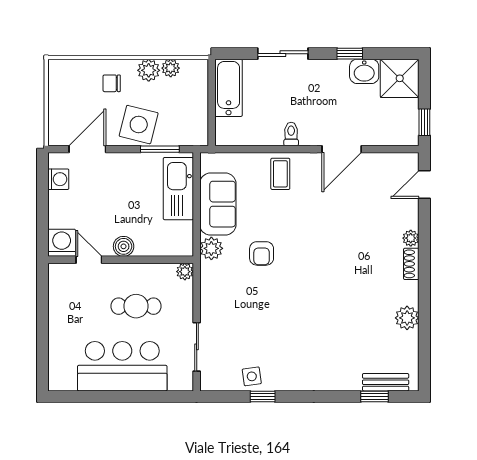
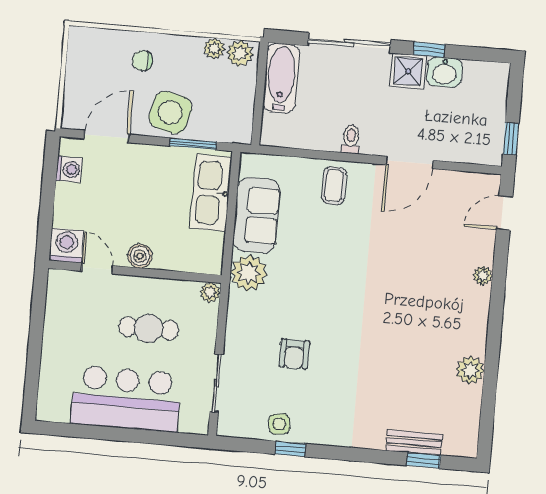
sliding door: (283, 54) -> (349, 43), width x1.37
plant: (149, 70) -> (240, 53), moved
shower: (400, 78) -> (408, 71), moved, width x0.73, depth x0.73
plant: (211, 248) -> (249, 273), width x1.36, depth x1.36
armchair: (262, 253) -> (294, 354), moved
shoe rack: (411, 264) -> (481, 306), removed
bench: (386, 382) -> (414, 443), moved

